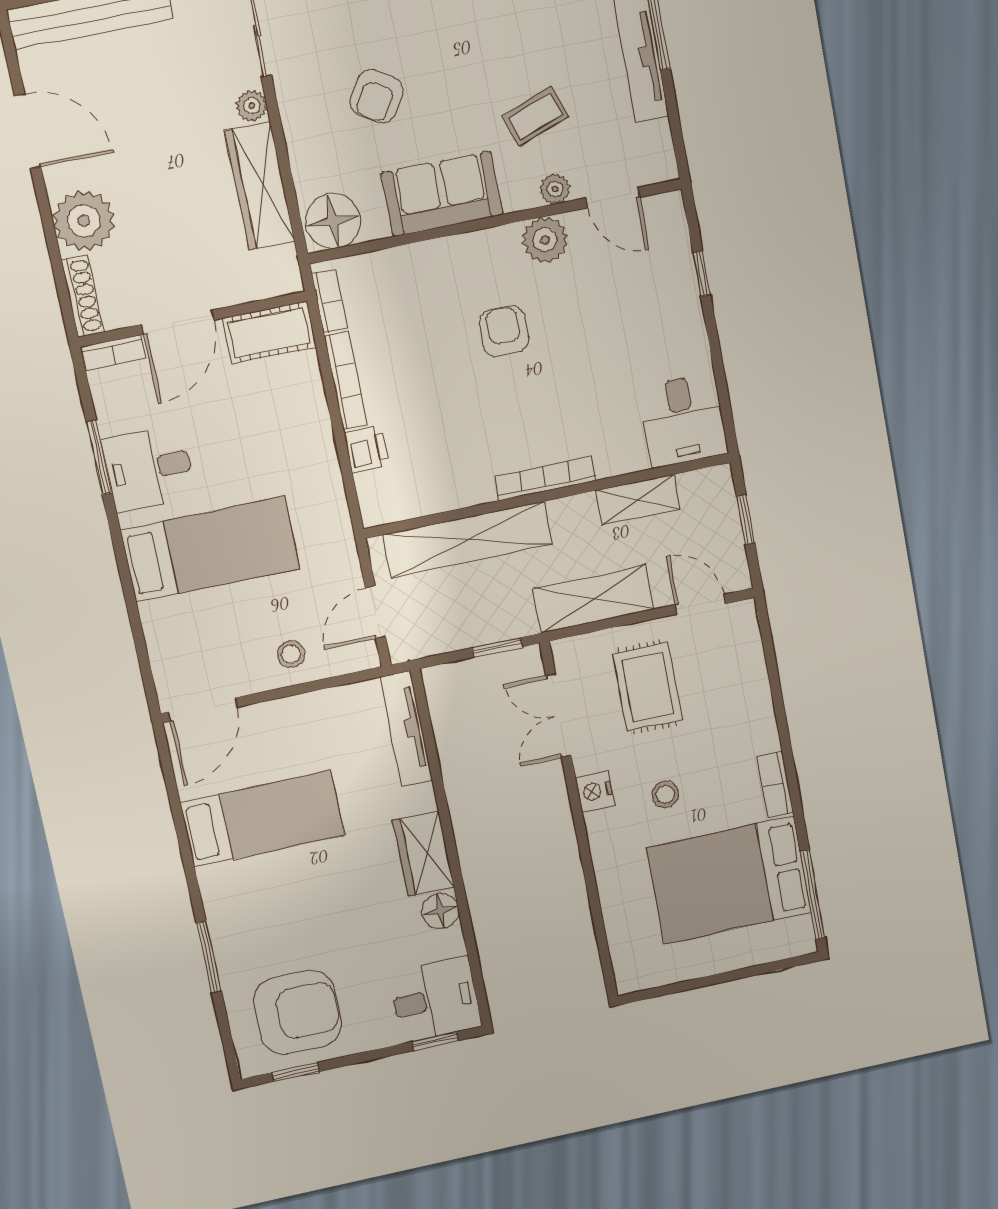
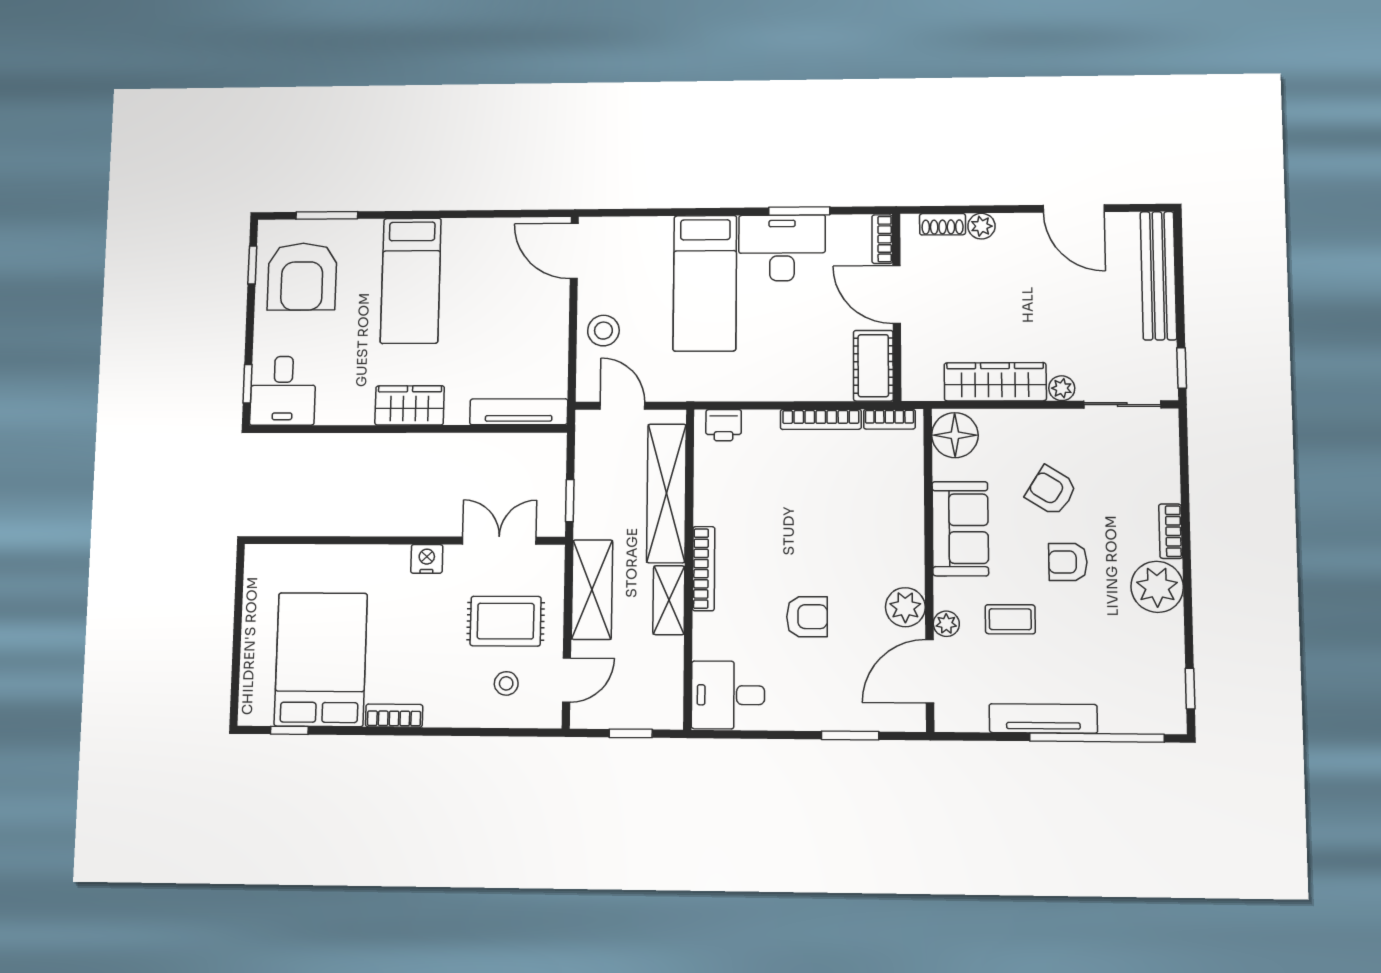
armchair: (456, 62) -> (1068, 562), added
coffee table: (536, 116) -> (1010, 619), turned -70
door: (28, 131) -> (1074, 208), hinge flipped
door: (613, 198) -> (930, 671), width x1.38
plant: (84, 221) -> (981, 226), width x0.53, depth x0.53
window: (702, 274) -> (850, 735), width x1.50
shoe rack: (83, 296) -> (943, 224), width x0.70
armchair: (504, 331) -> (807, 617), moved
printer: (366, 449) -> (724, 425), moved
desk: (149, 468) -> (782, 248), width x1.37
shelving: (638, 500) -> (669, 600), moved
stool: (291, 654) -> (603, 331), width x1.37, depth x1.37
stool: (665, 794) -> (506, 683), moved
bed: (262, 819) -> (411, 281), moved
window: (813, 895) -> (289, 730), width x0.46
floor lamp: (440, 911) -> (357, 410), removed
window: (209, 957) -> (327, 215), moved

